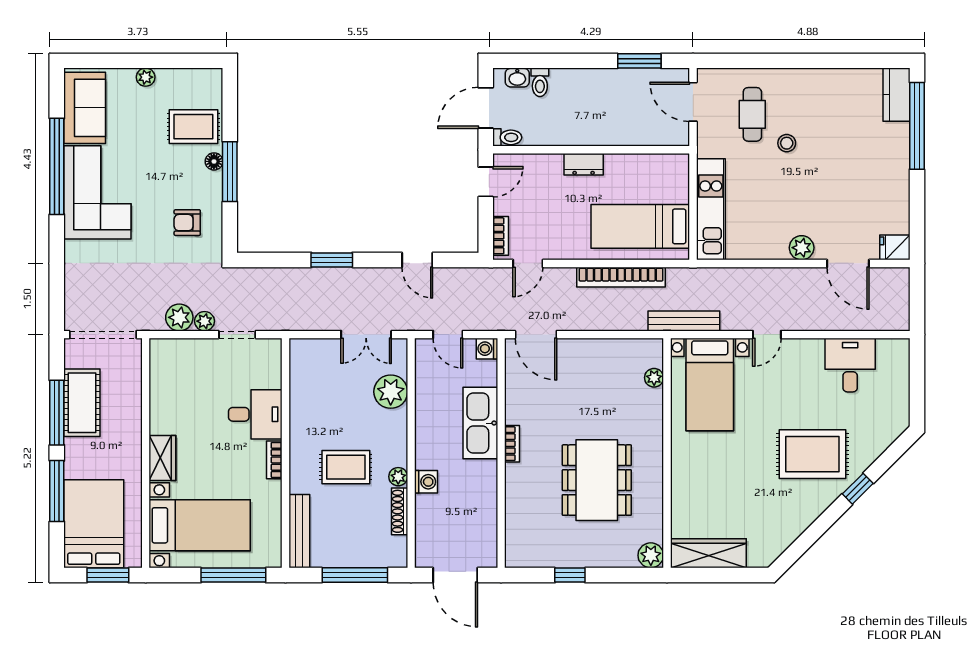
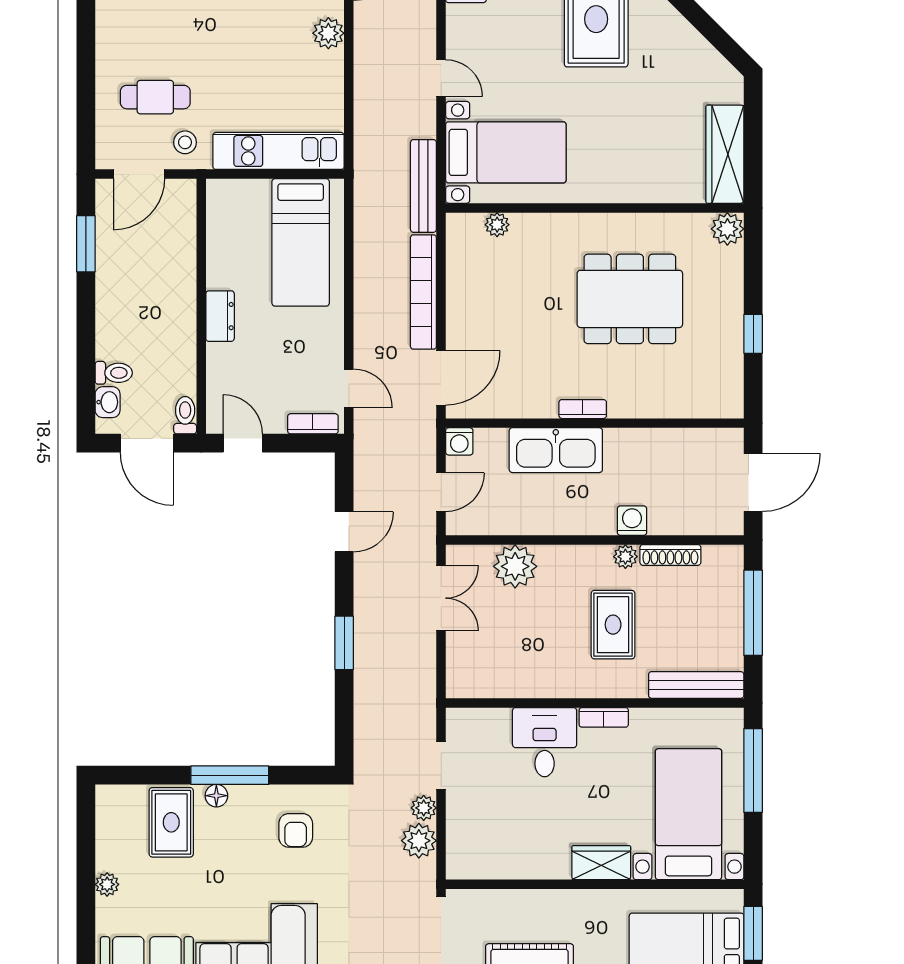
stool: (787, 143) -> (185, 142), moved
bookcase: (621, 277) -> (423, 292), moved, turned 180

